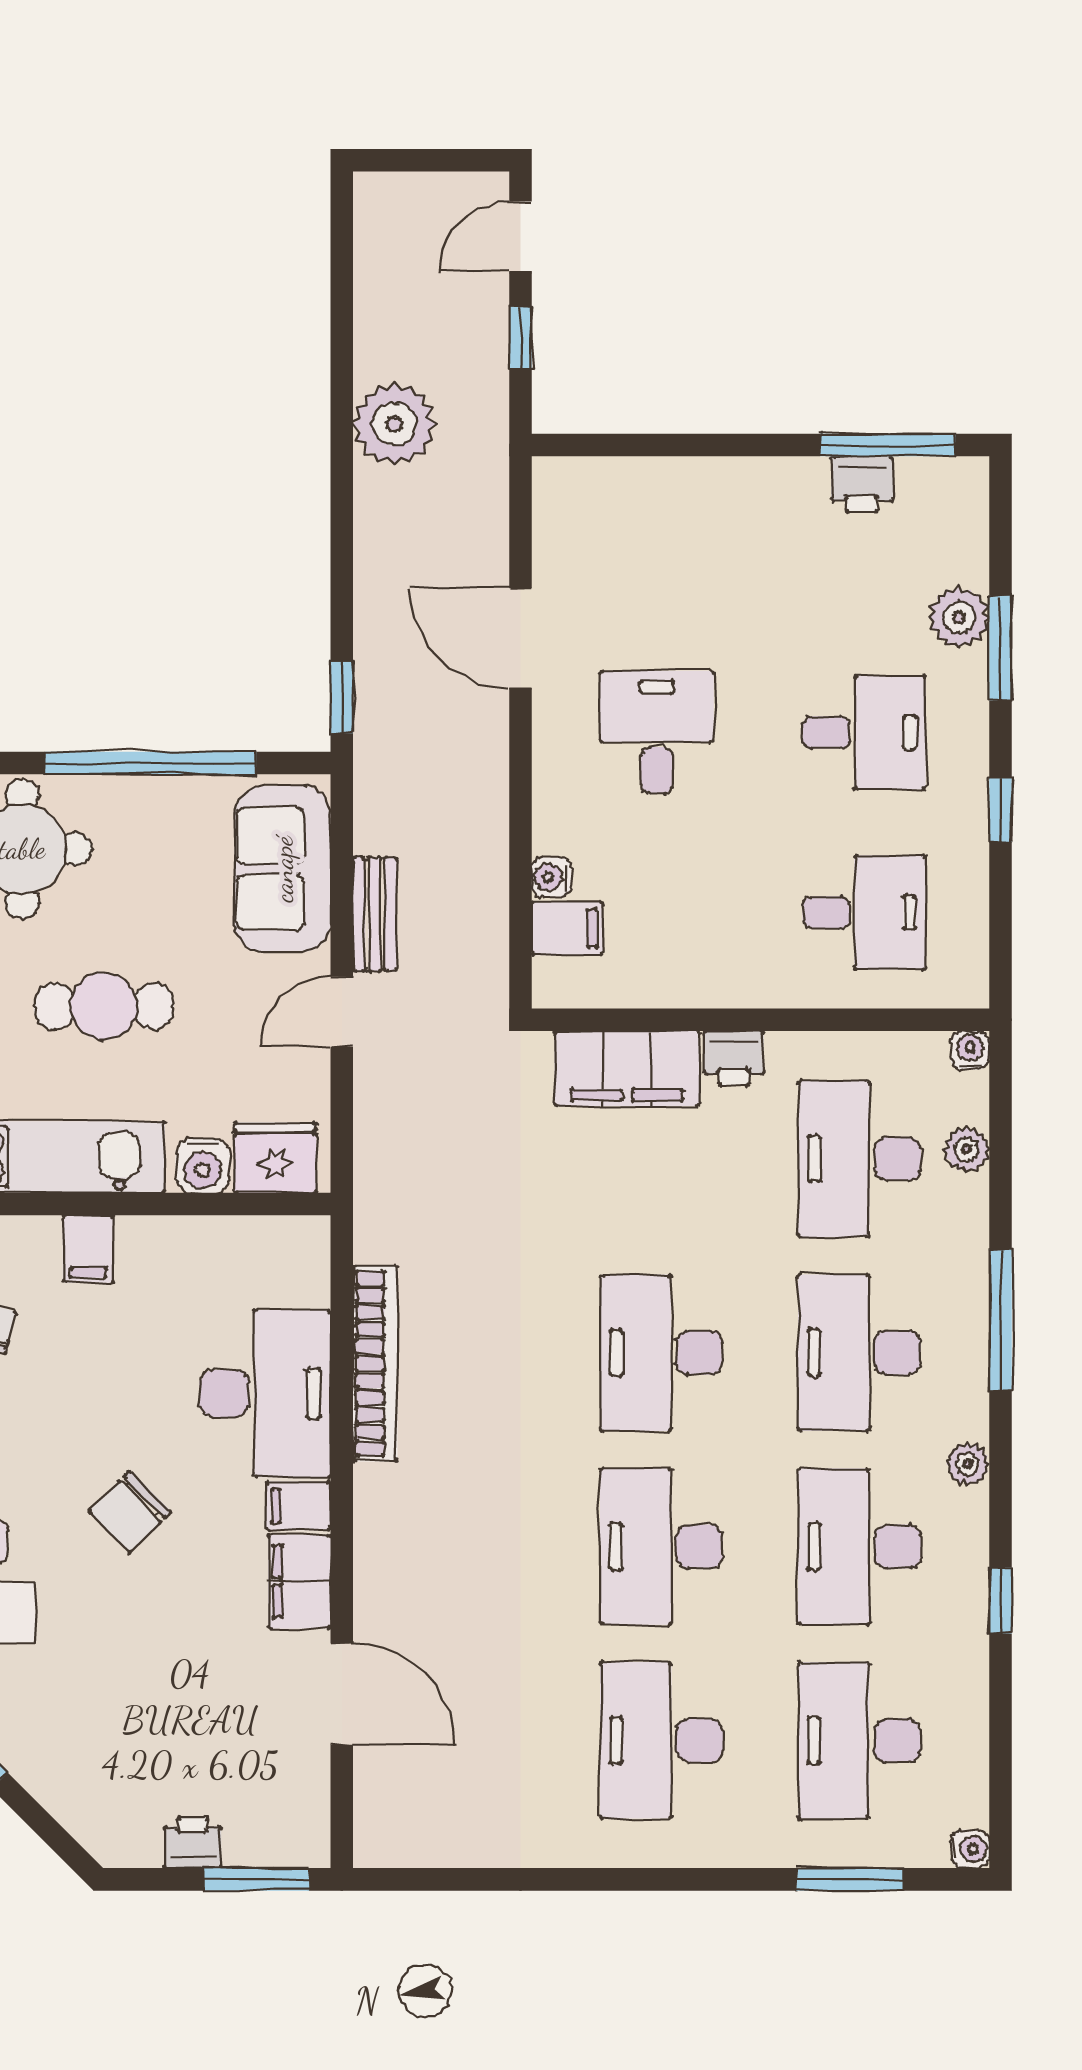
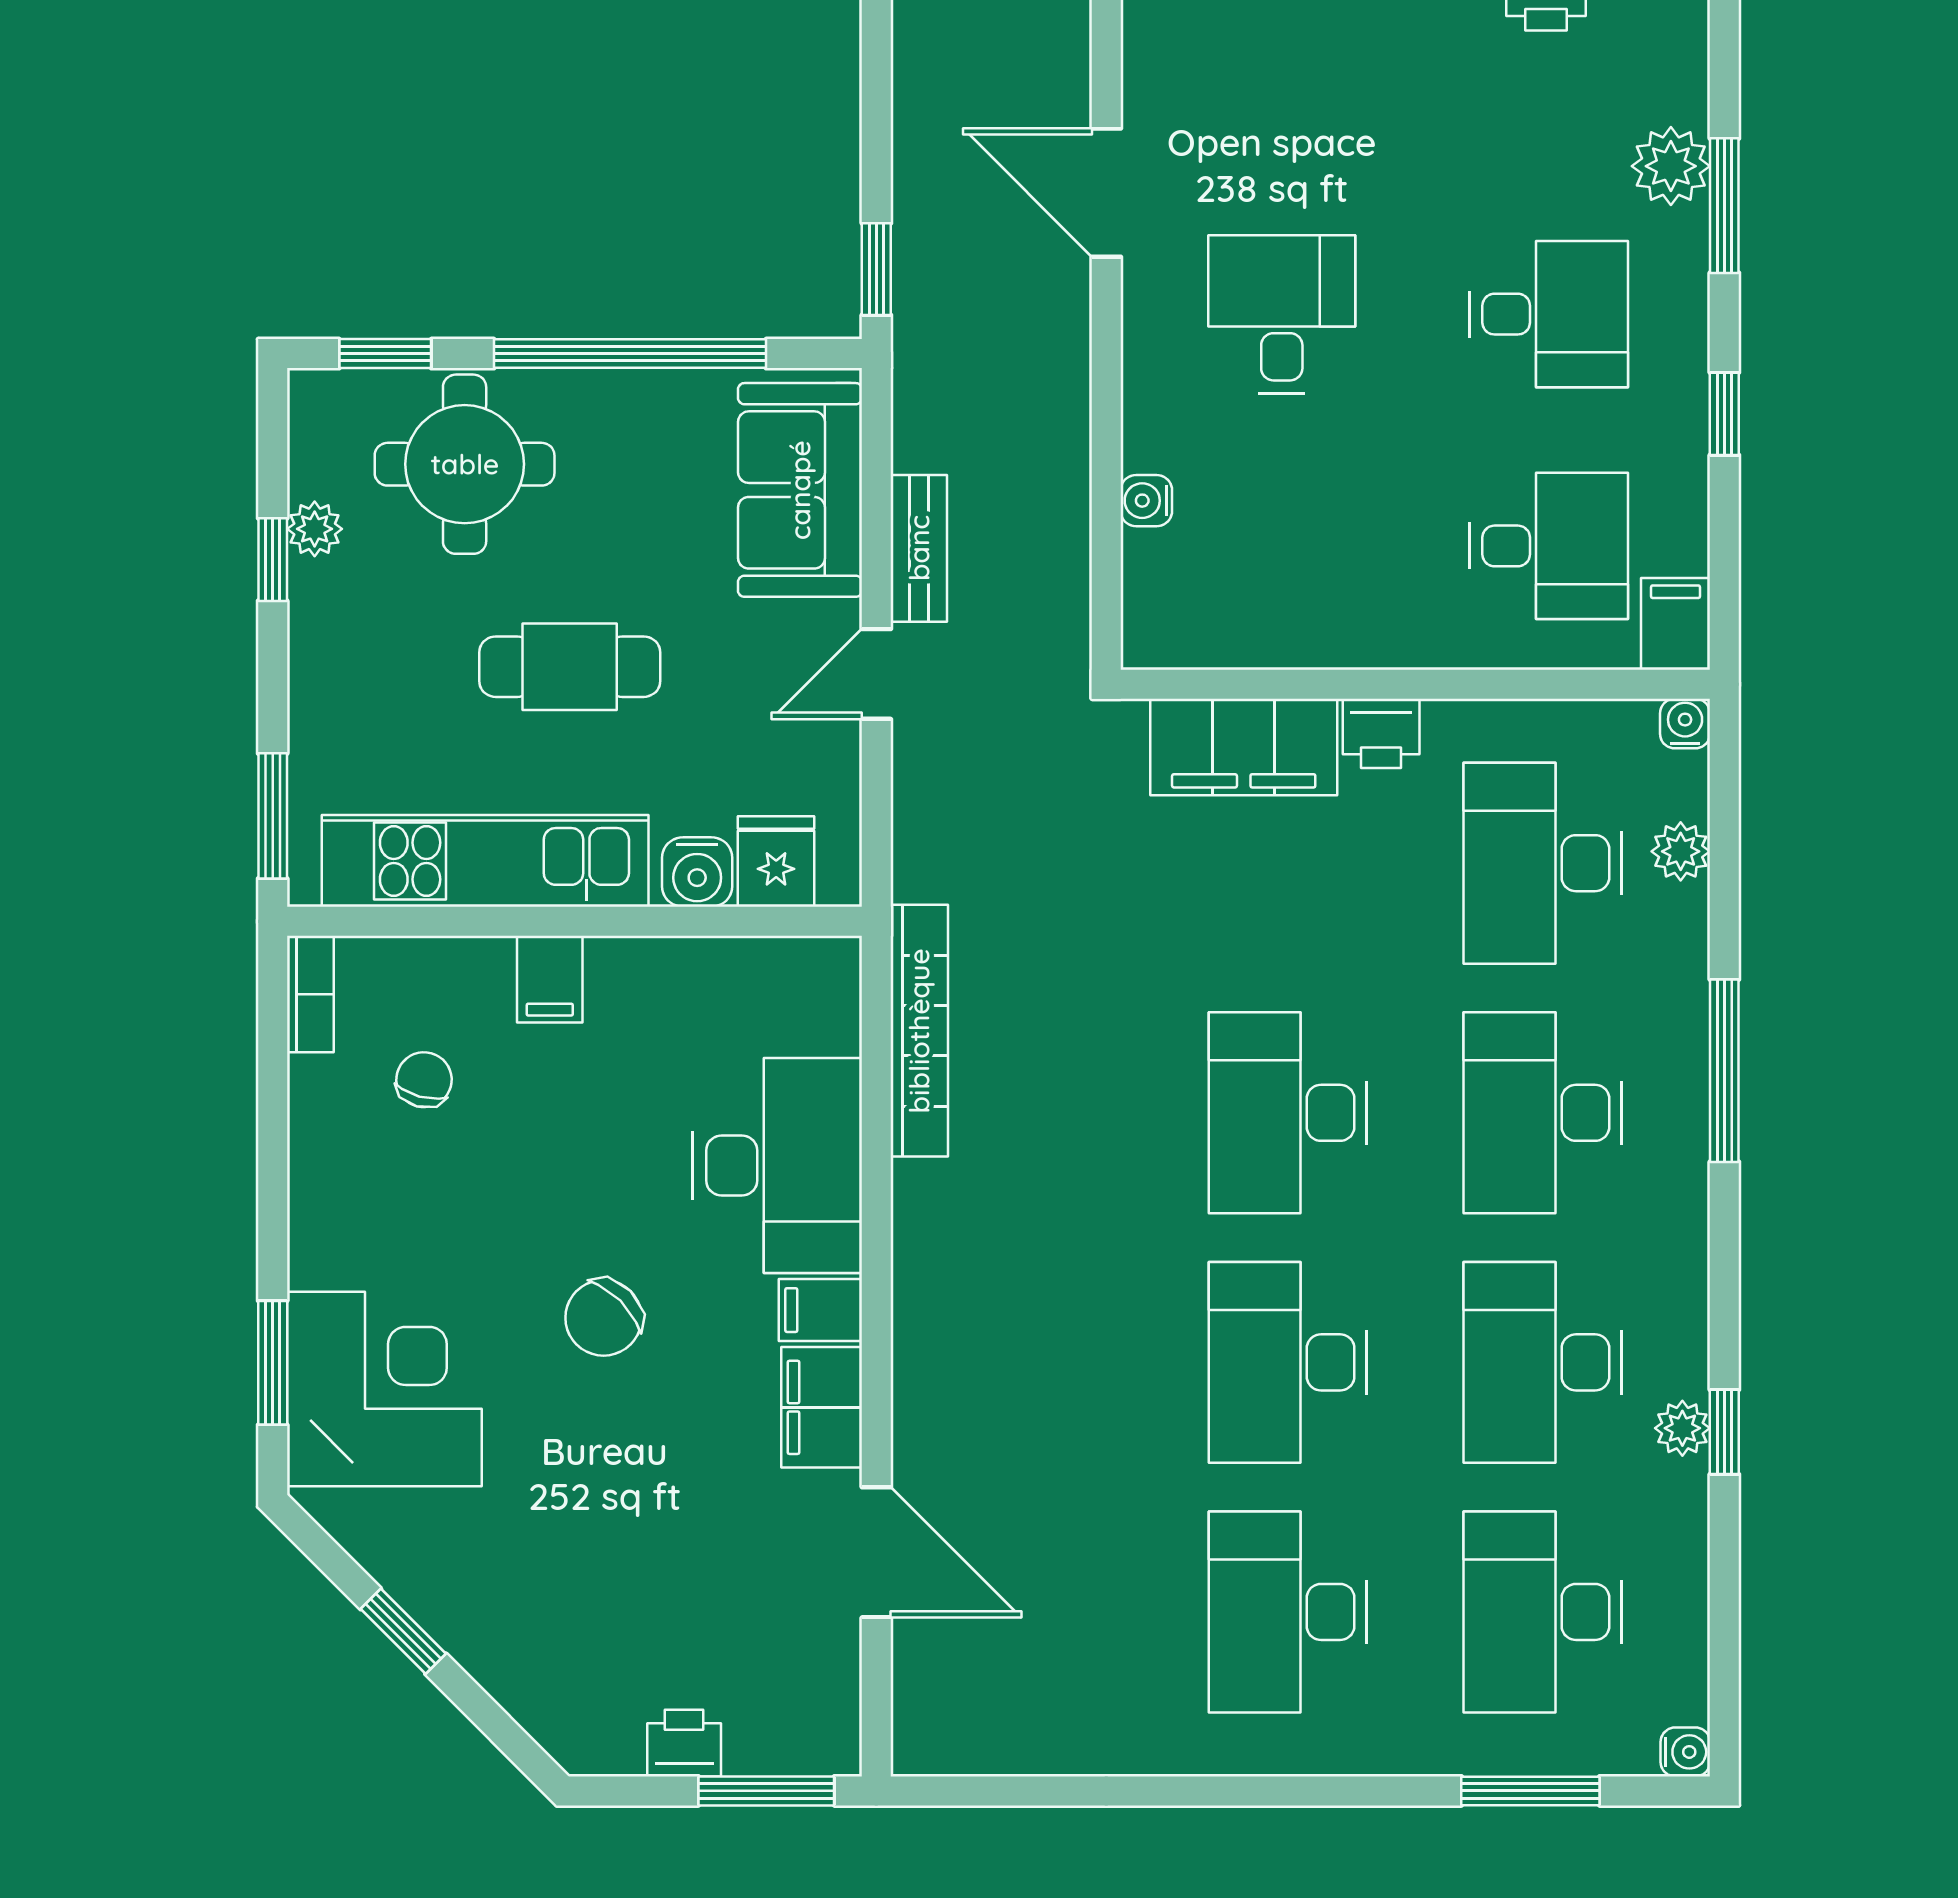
filing cabinet: (567, 928) -> (1675, 624), moved, turned -90
fridge: (275, 1158) -> (776, 862), width x0.72
bookcase: (375, 1364) -> (919, 1031), moved
plant: (968, 1464) -> (1682, 1428), moved

